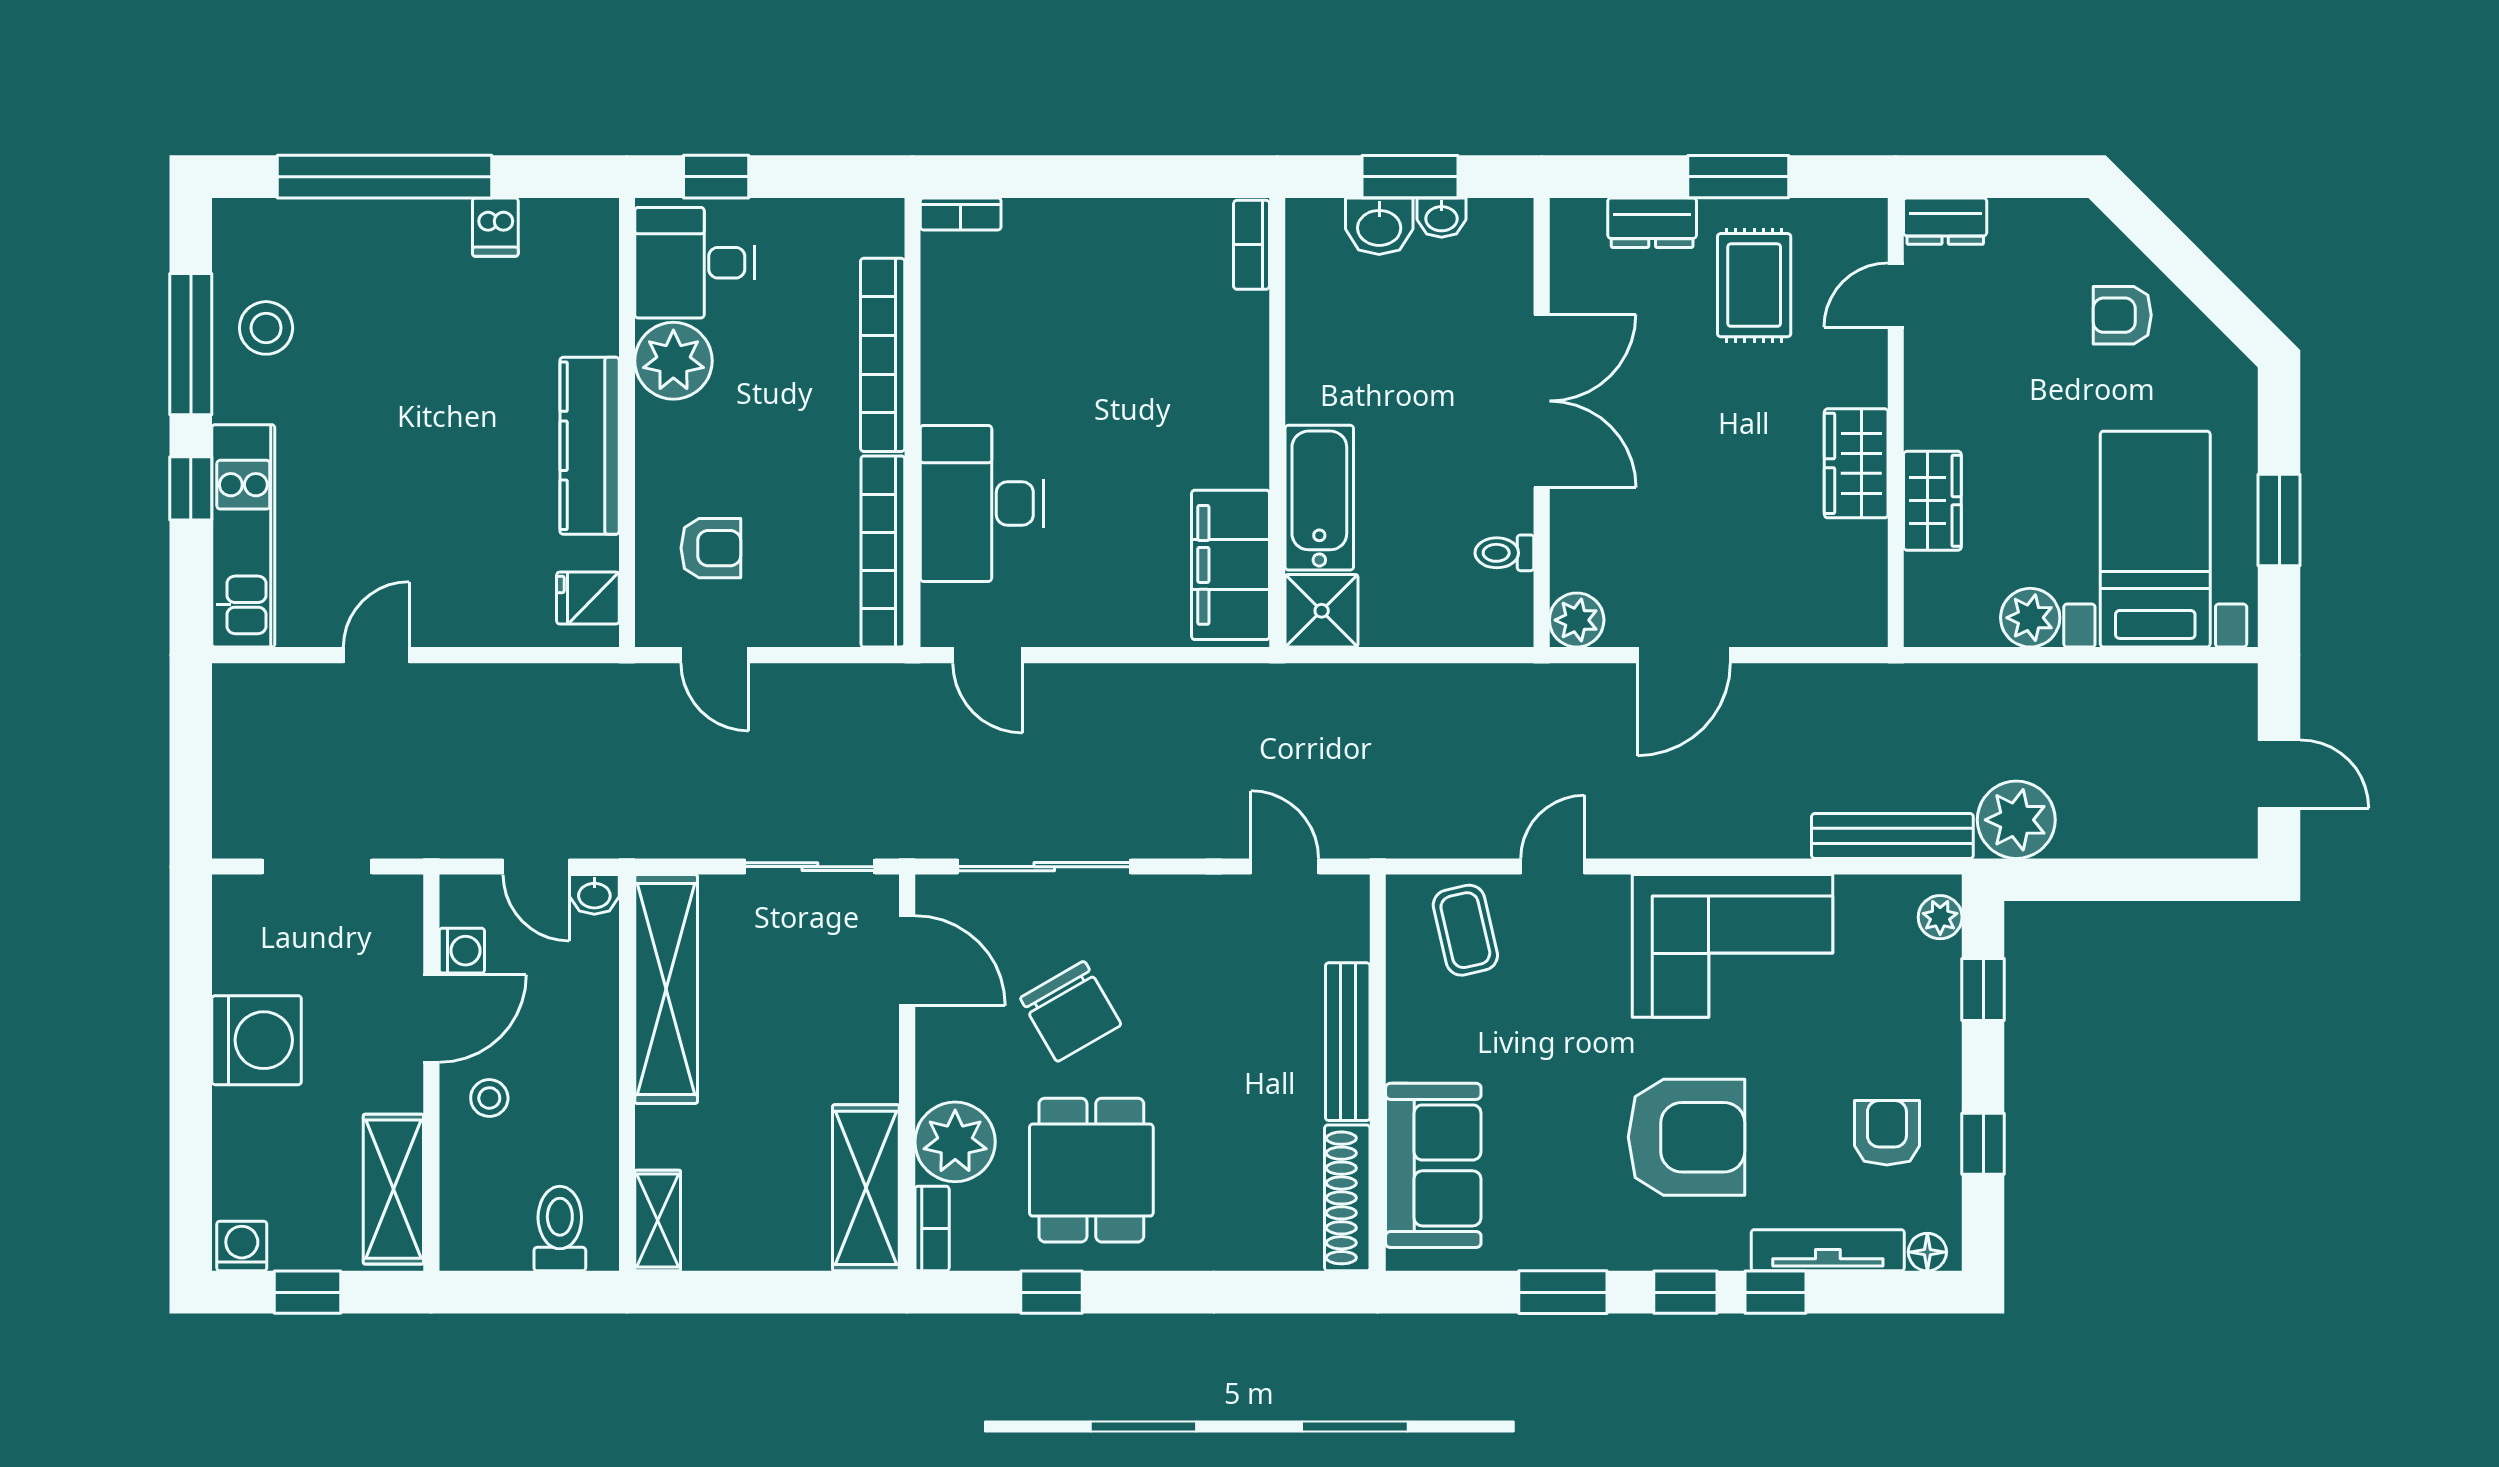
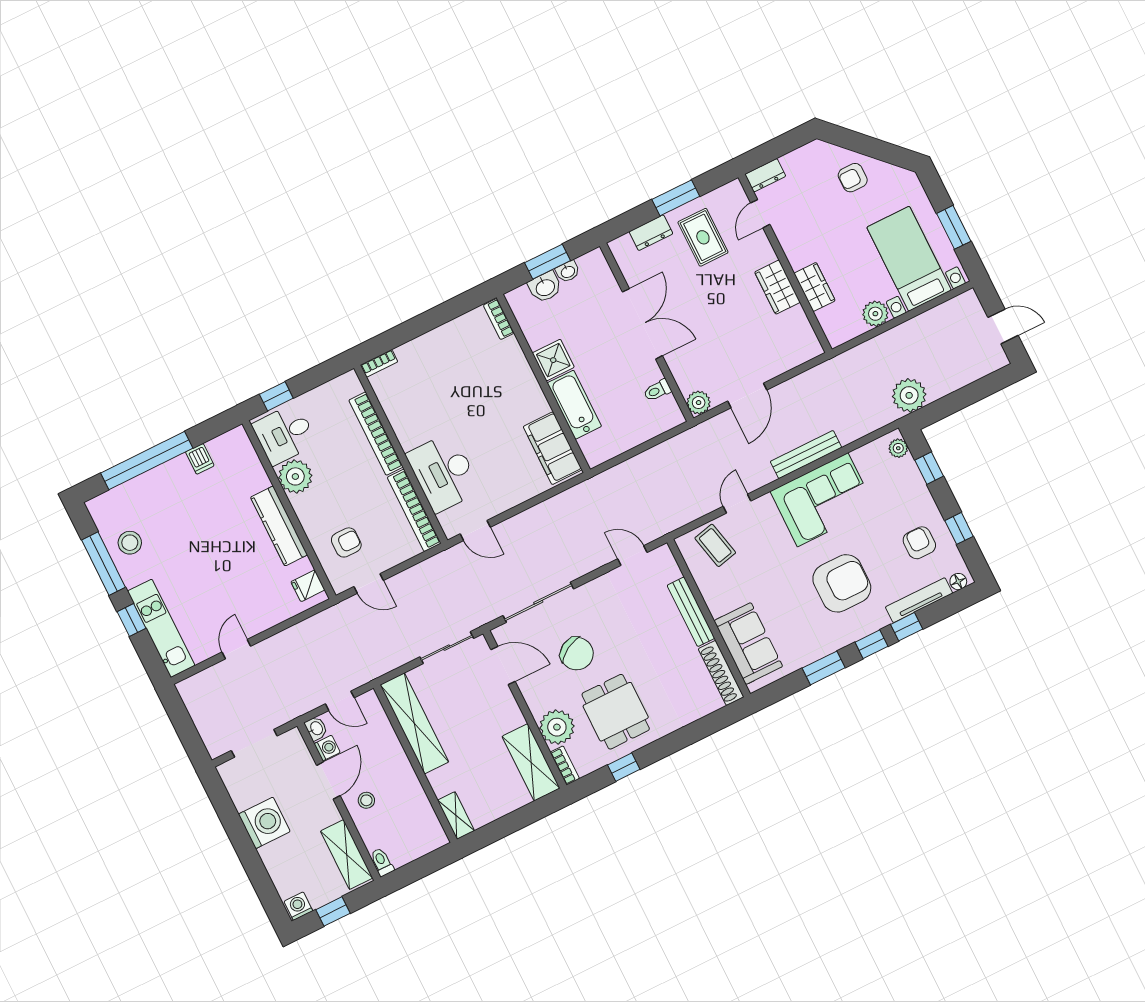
shower: (1322, 611) -> (553, 360), moved
bench: (1892, 836) -> (806, 454), moved
washbasin: (594, 894) -> (316, 728), moved, turned -90
toilet: (560, 1229) -> (382, 862), moved, width x0.73, depth x0.72

